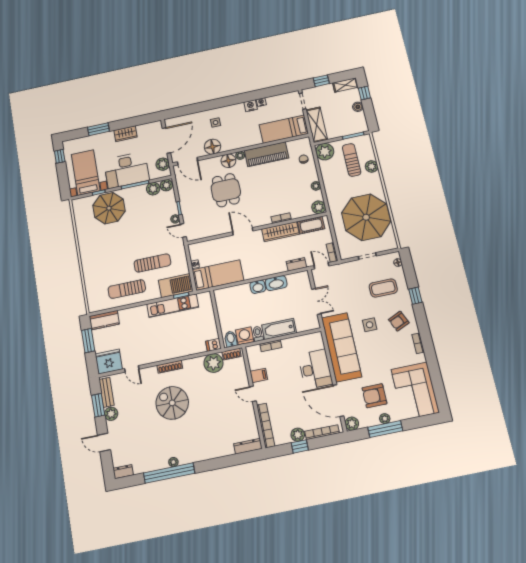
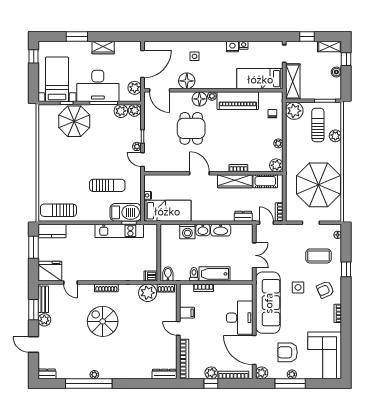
sun lounger: (127, 289) -> (58, 210), moved
washing machine: (245, 336) -> (187, 232), moved, turned 180

